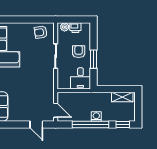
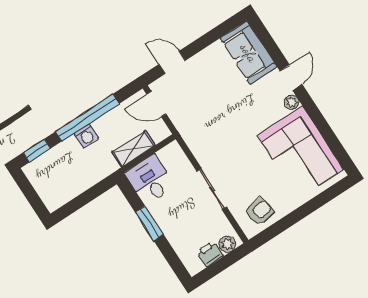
armchair: (79, 52) -> (180, 220), removed
shelving: (122, 97) -> (133, 149), moved

